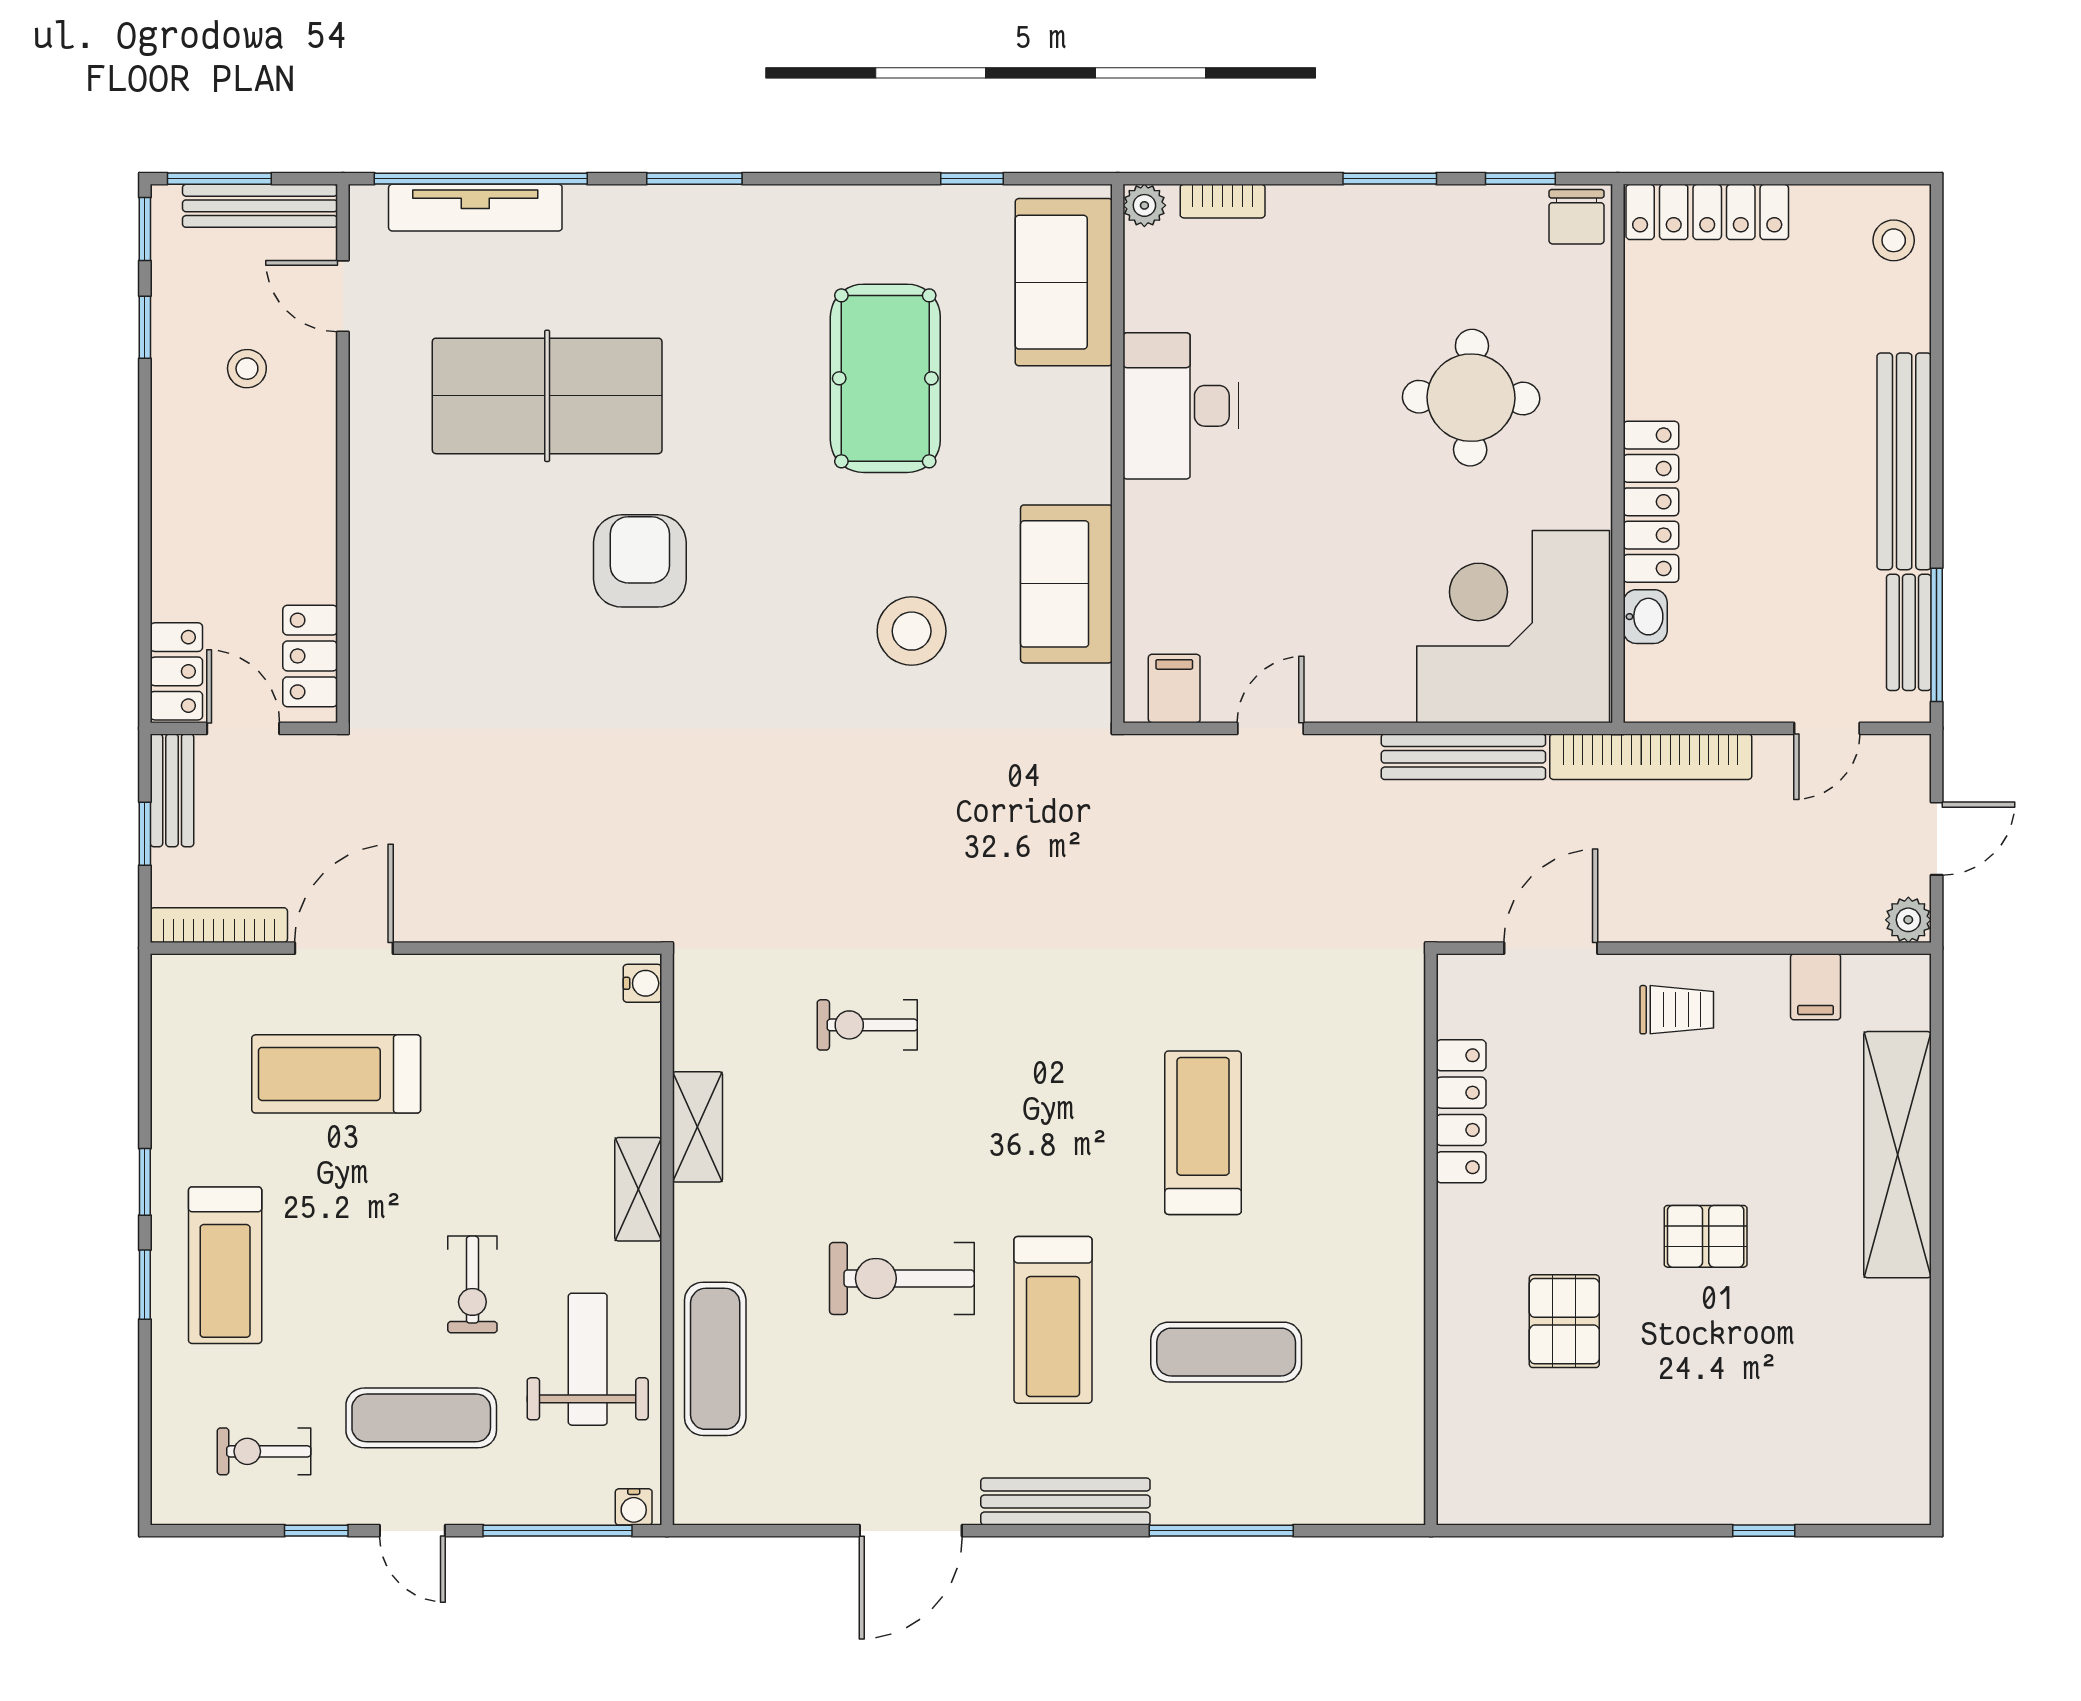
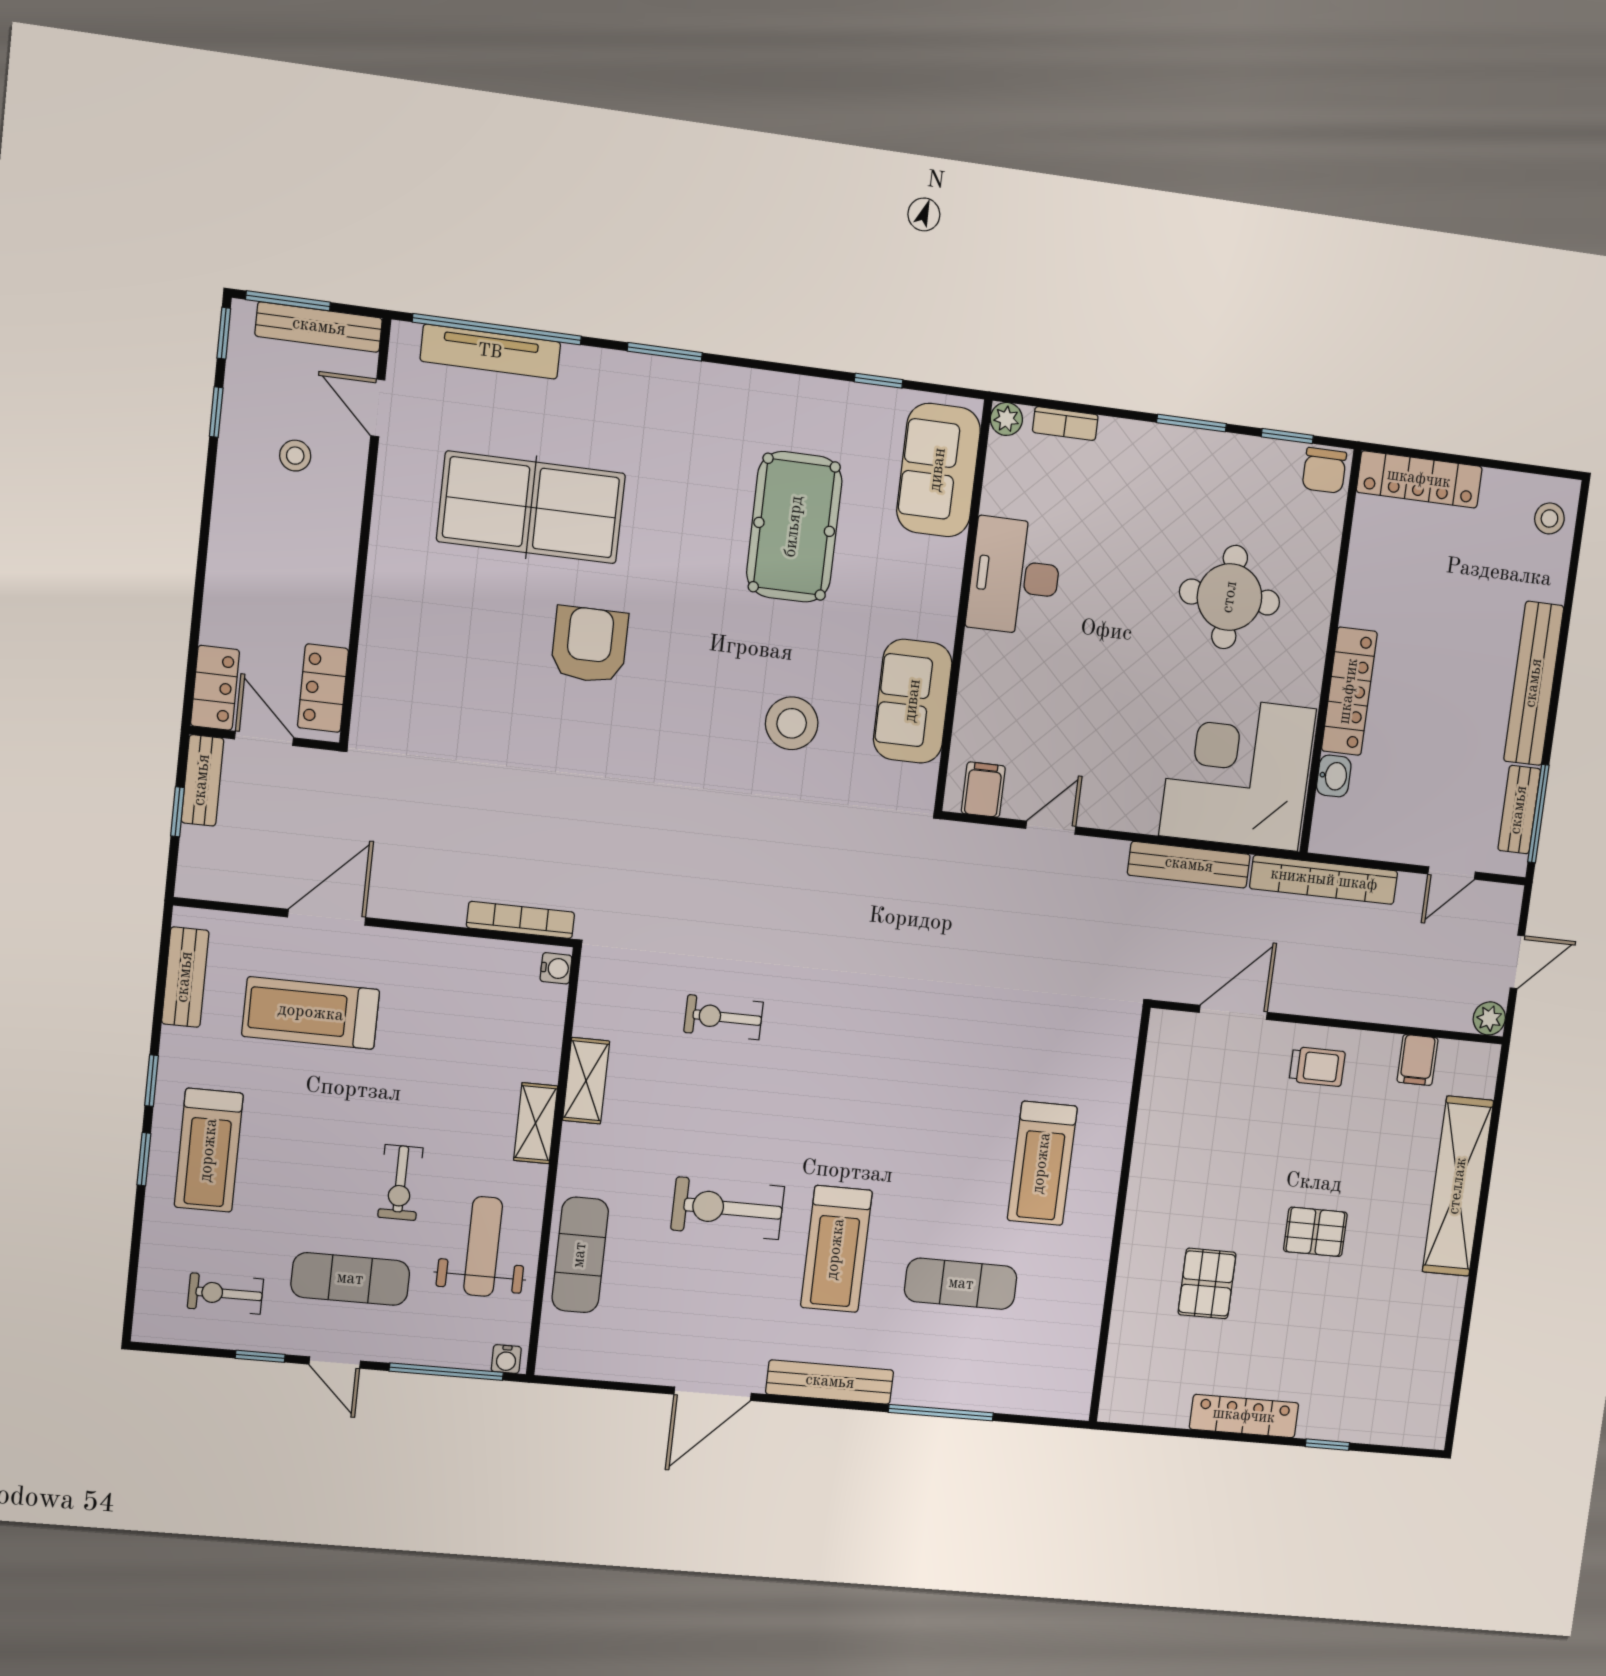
bookcase: (219, 925) -> (521, 920), moved
bench: (175, 1044) -> (185, 977), added
locker: (1461, 1111) -> (1244, 1416), moved, turned -90
treadmill: (1203, 1133) -> (1042, 1163), moved, turned 180

